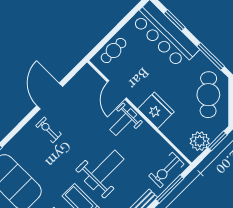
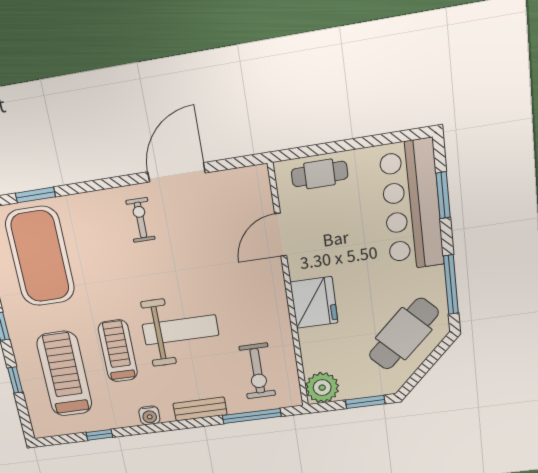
weight bench: (123, 122) -> (256, 286), removed
plant: (200, 141) -> (322, 388), moved
exercise bike: (166, 170) -> (257, 371), moved, turned -90

